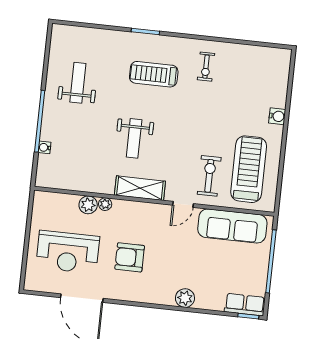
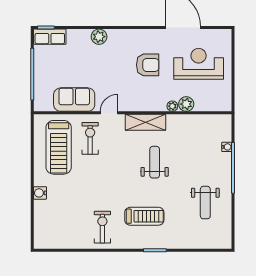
exercise bike: (206, 67) -> (102, 227), width x1.38, depth x1.39
exercise bike: (209, 176) -> (90, 138), turned 180
sofa: (232, 226) -> (74, 100), width x0.73

